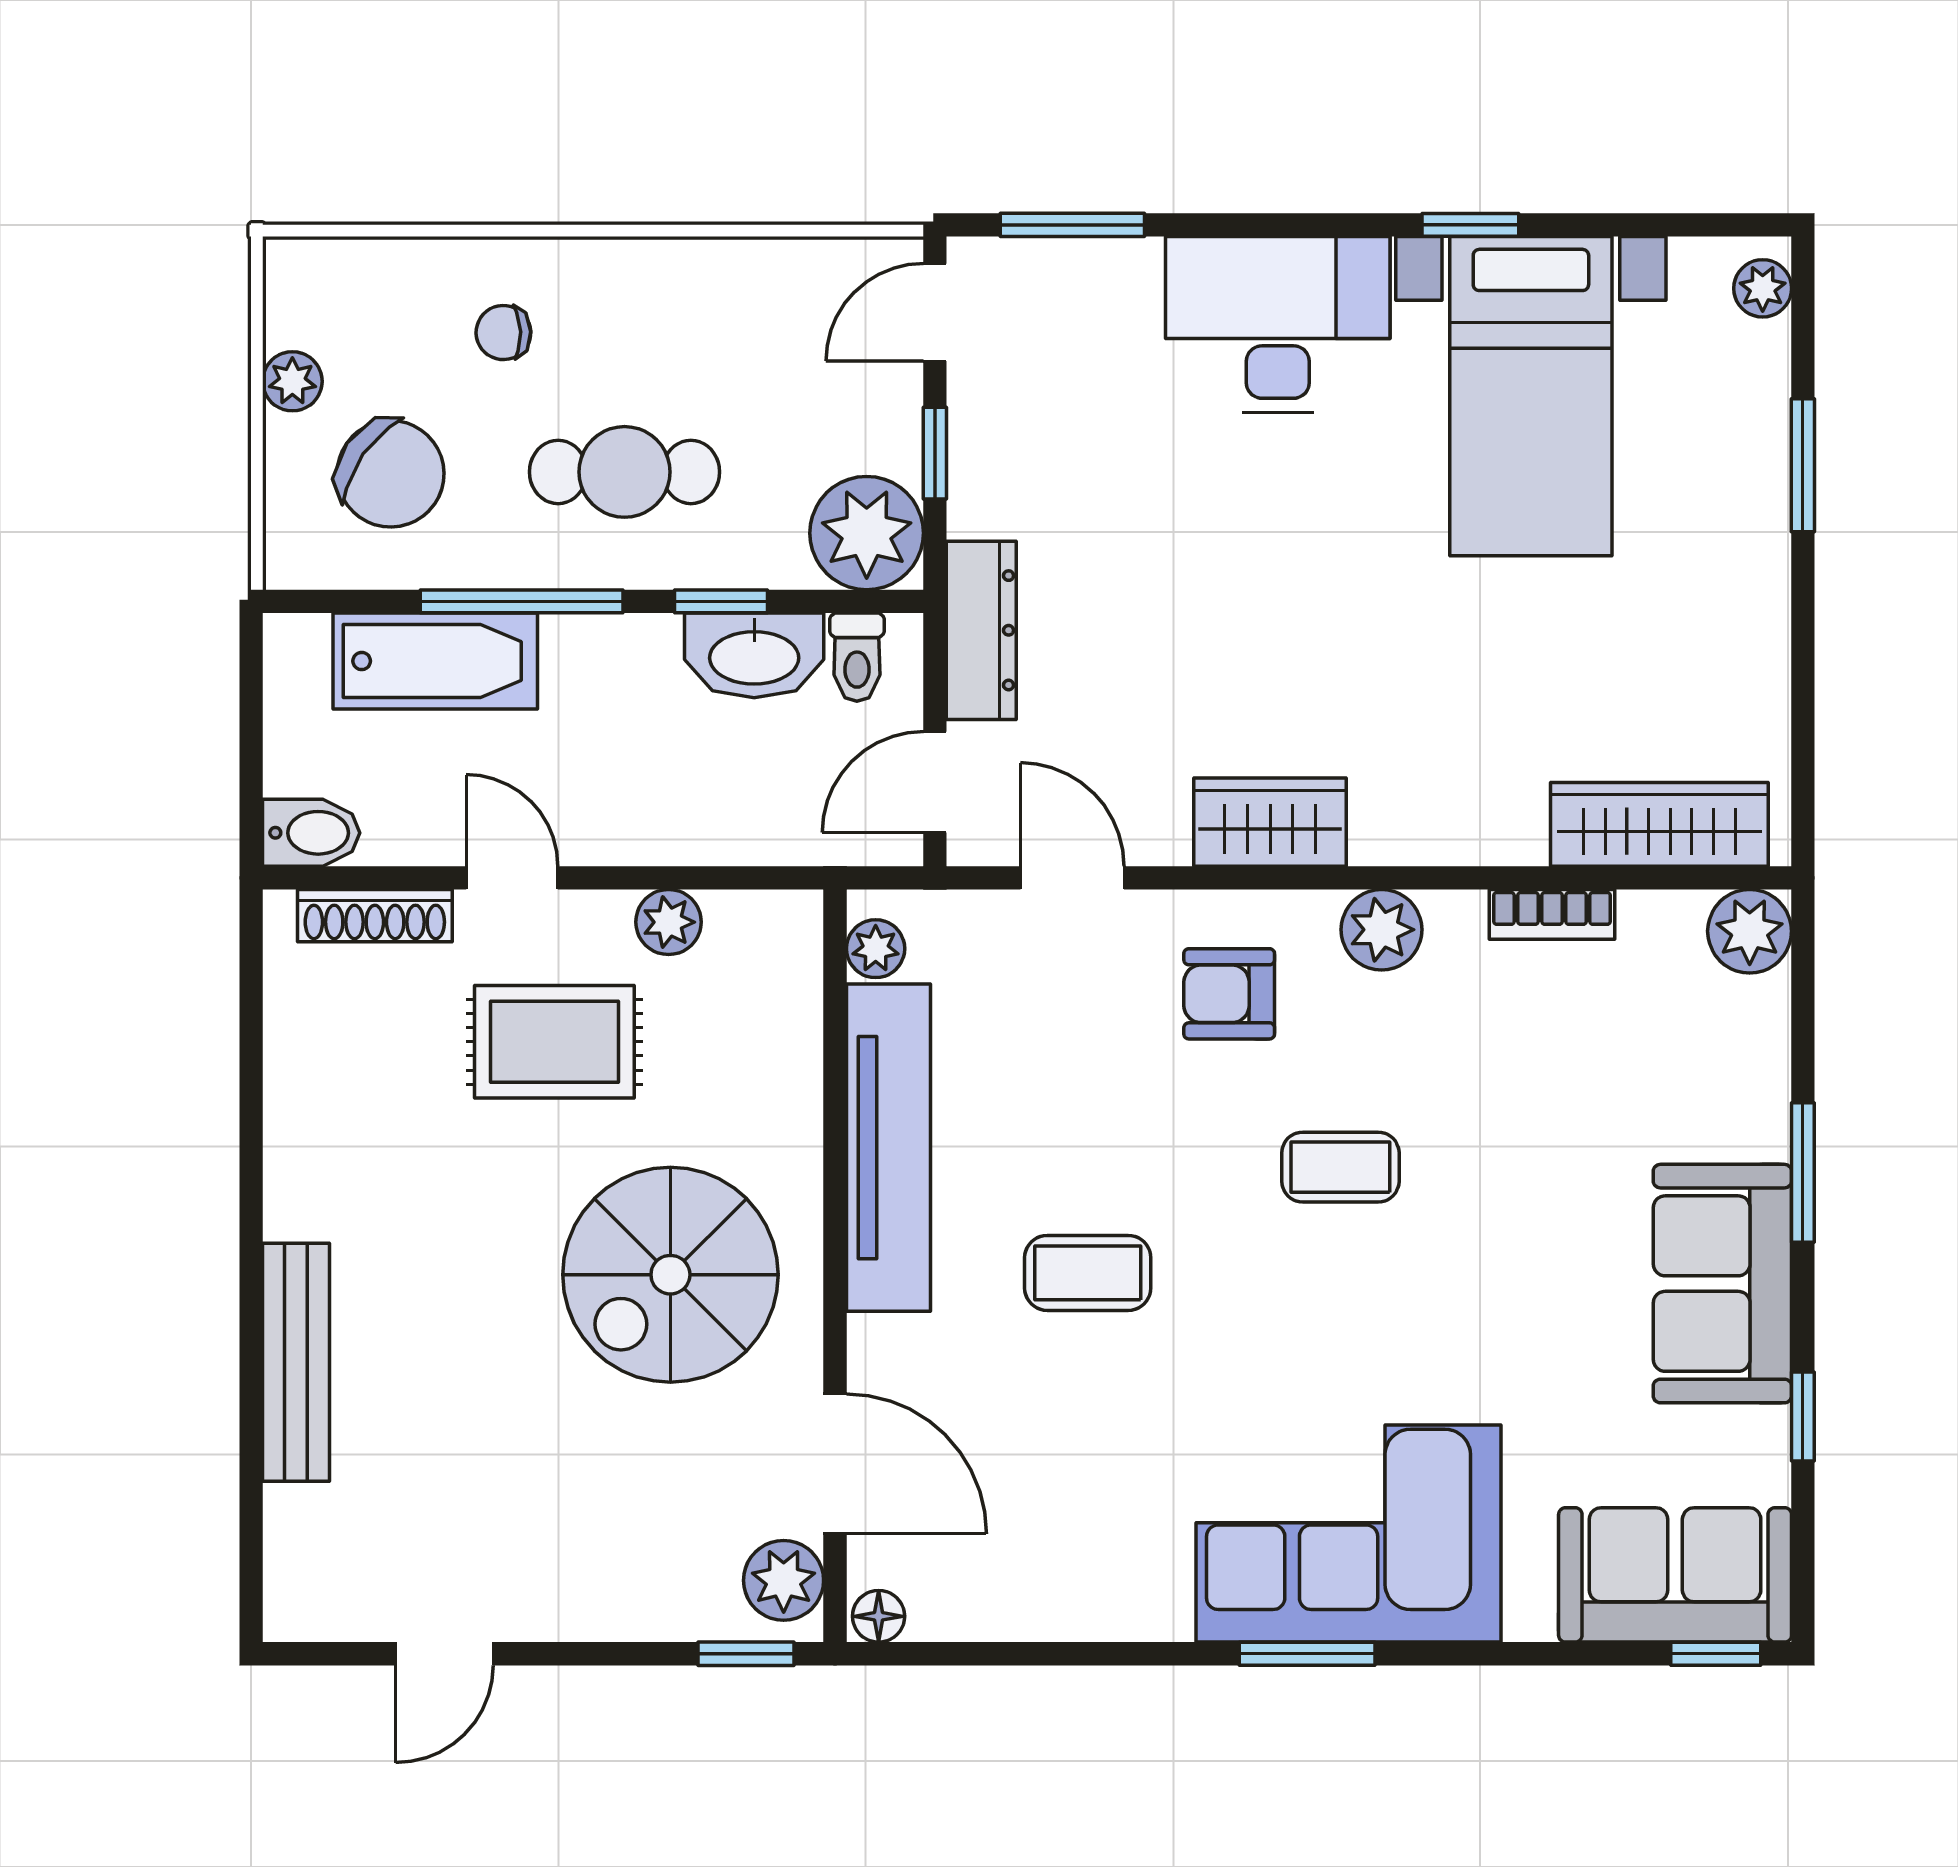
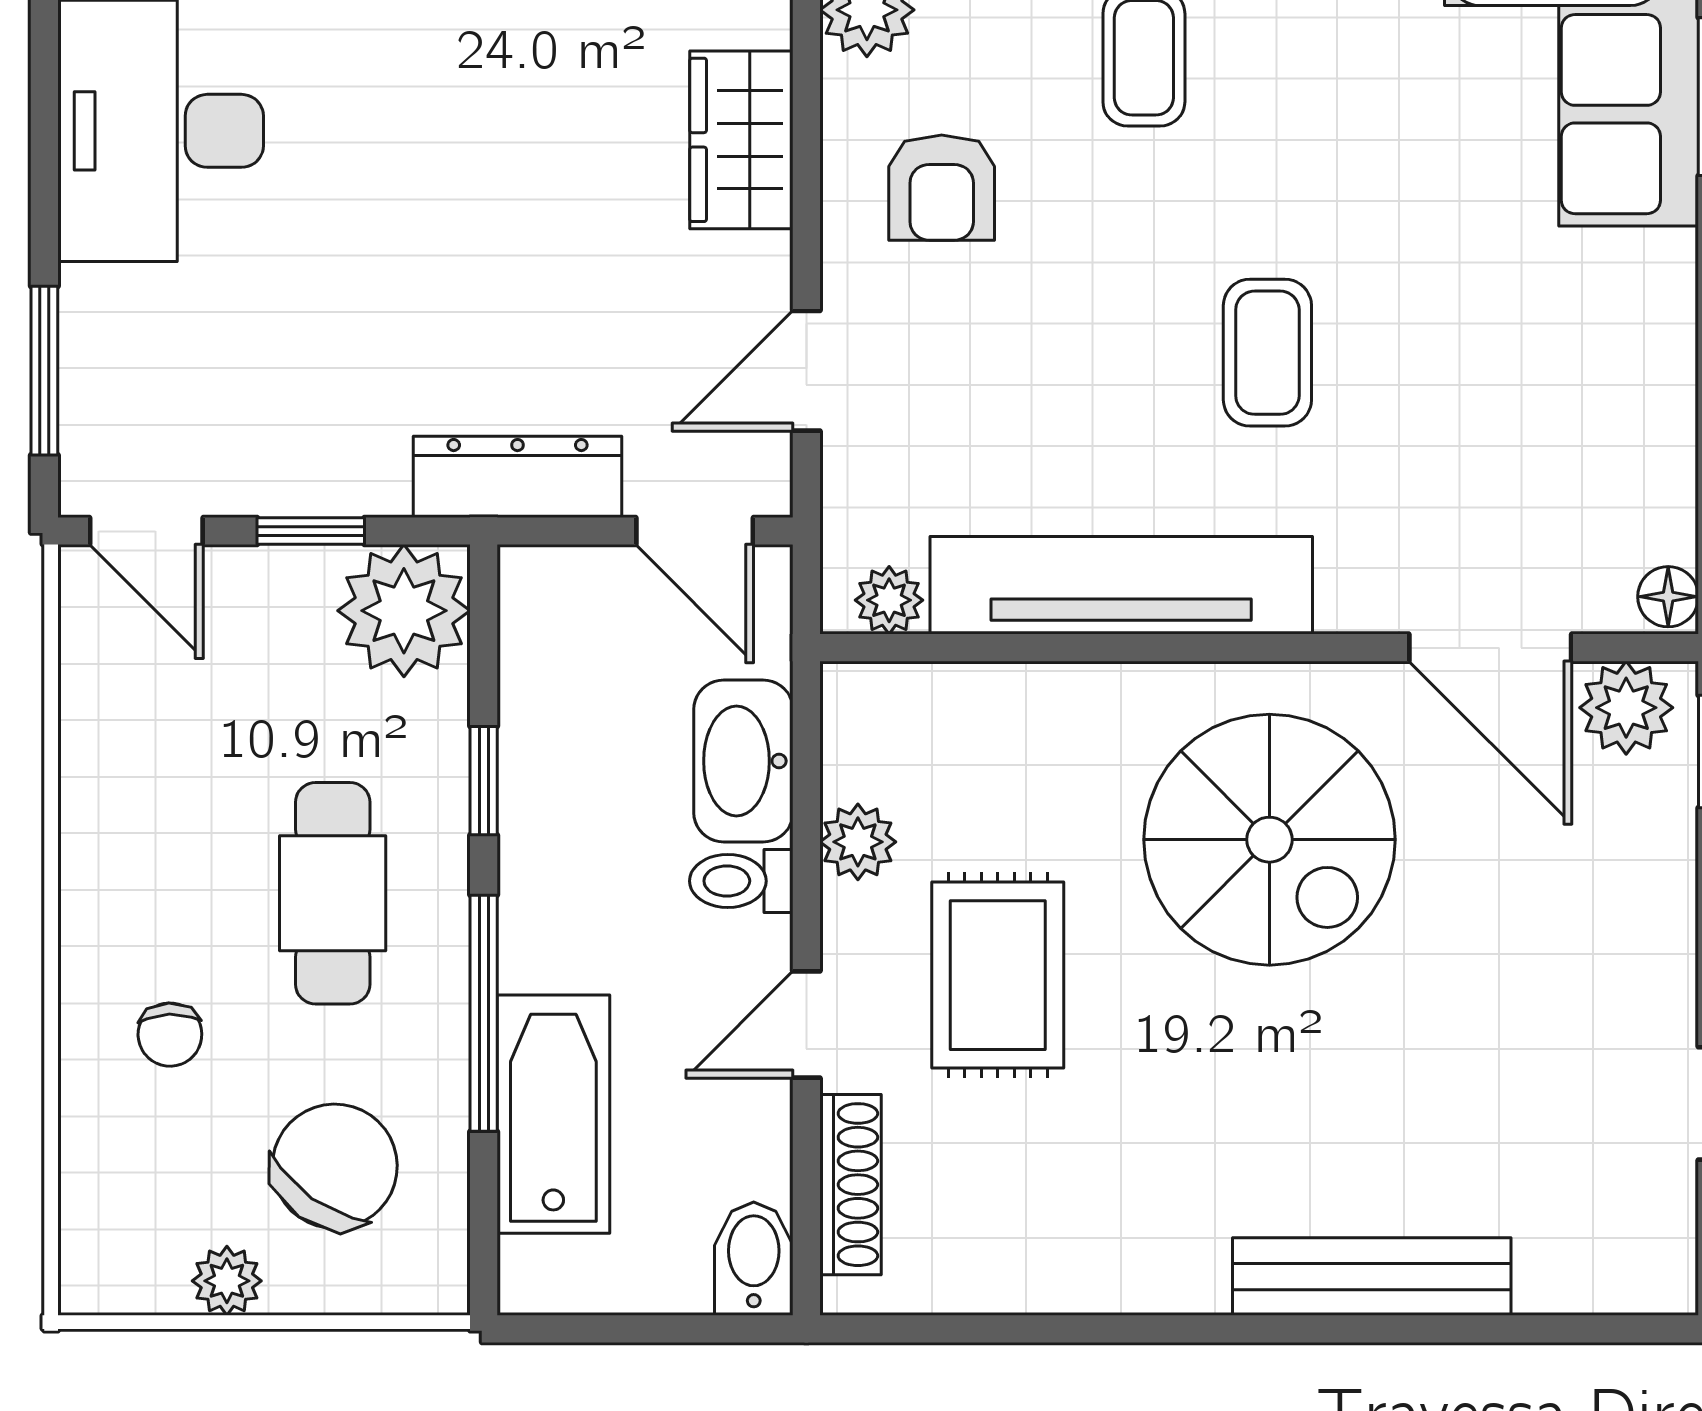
washbasin: (754, 655) -> (743, 761), moved, turned 180
toilet: (857, 657) -> (741, 881), moved, turned 180
door: (835, 1464) -> (1490, 648), swing flipped

